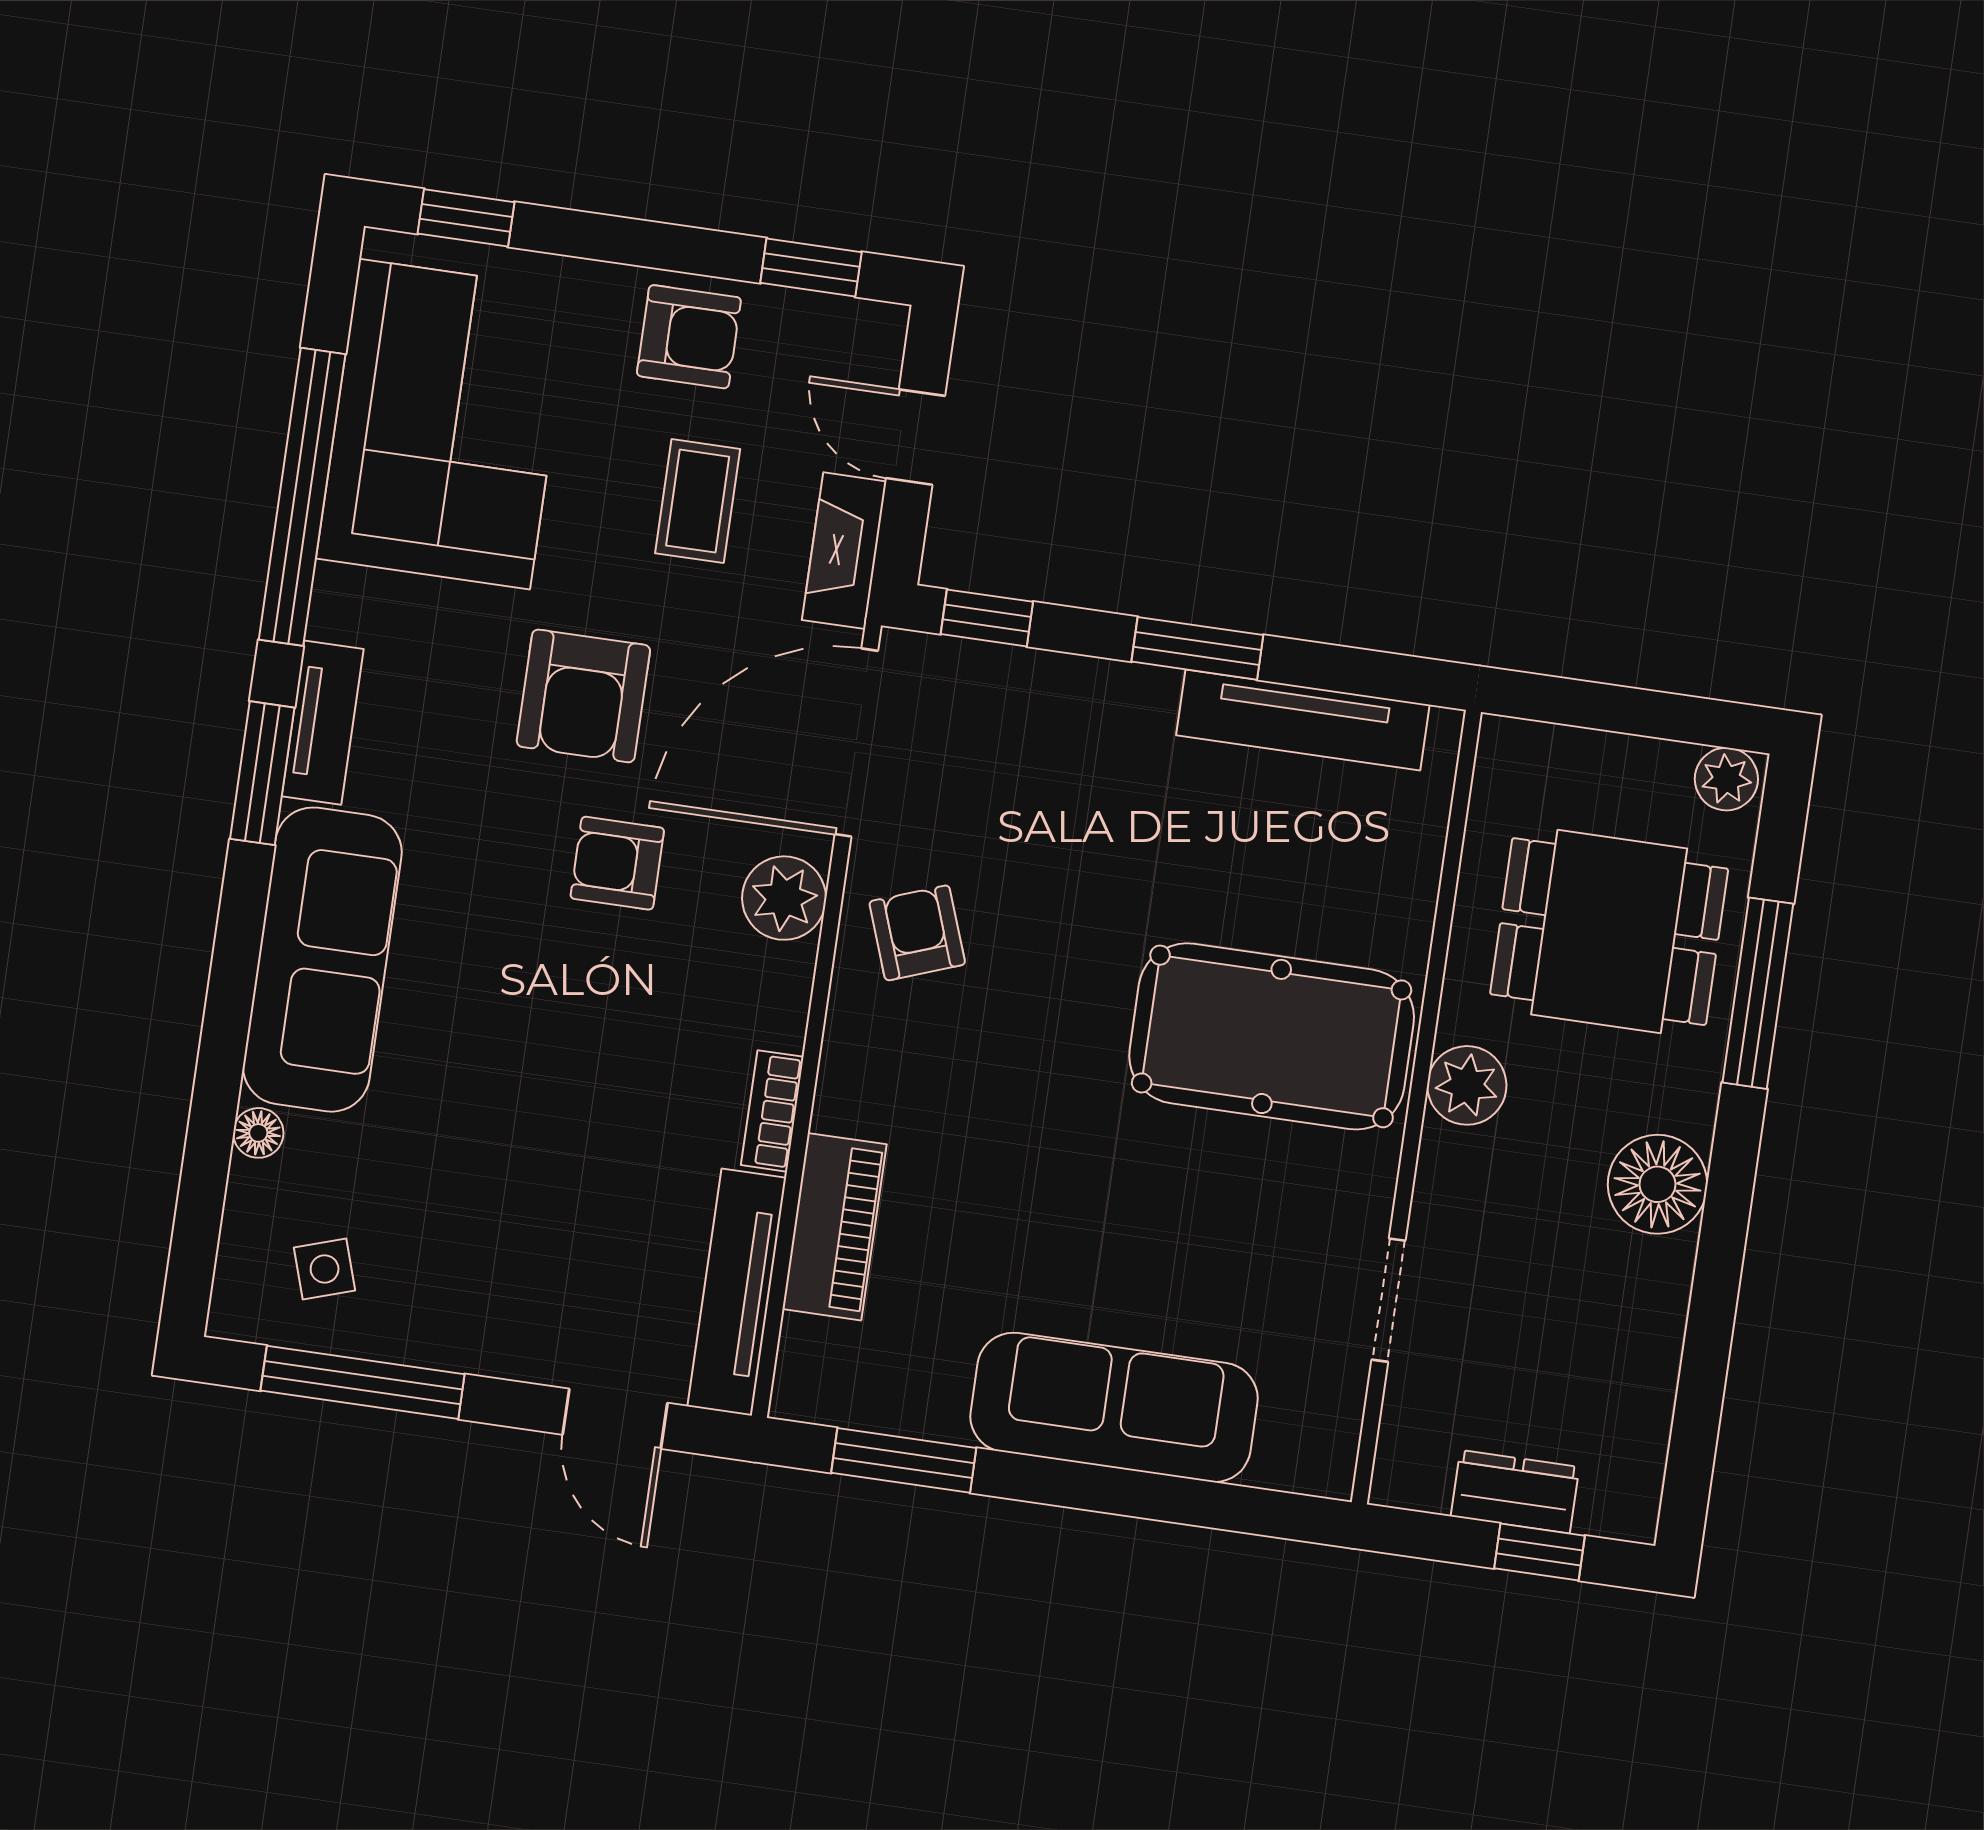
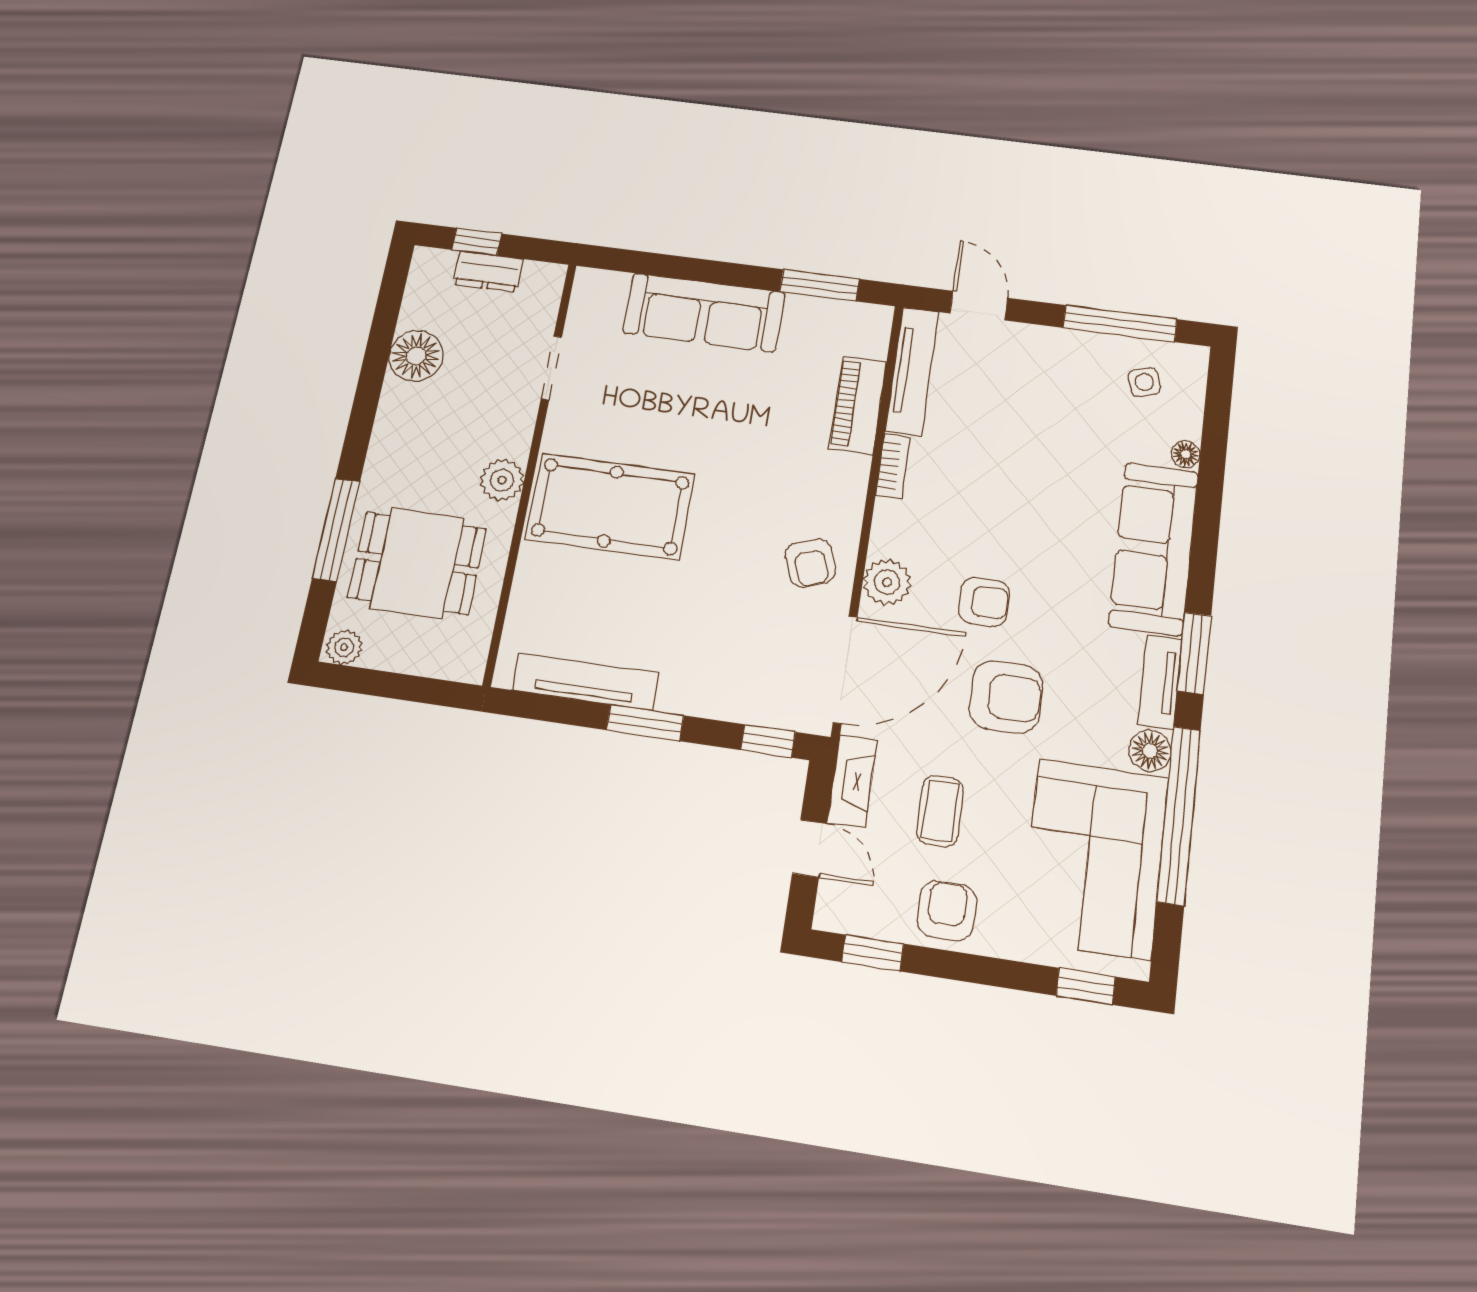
armchair: (689, 337) -> (947, 911), turned 90
floor lamp: (345, 605) -> (1150, 751), added
armchair: (583, 696) -> (1006, 697), turned 90
floor lamp: (1658, 1184) -> (416, 356), moved

